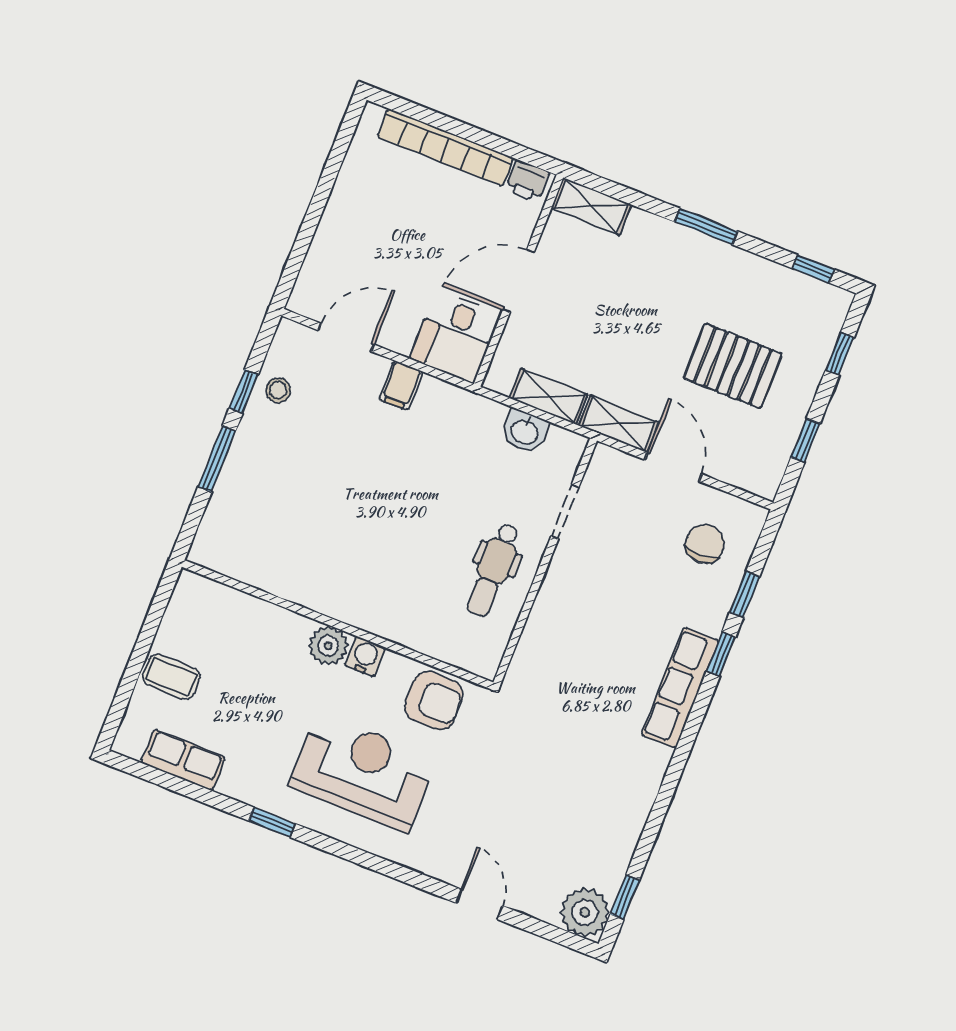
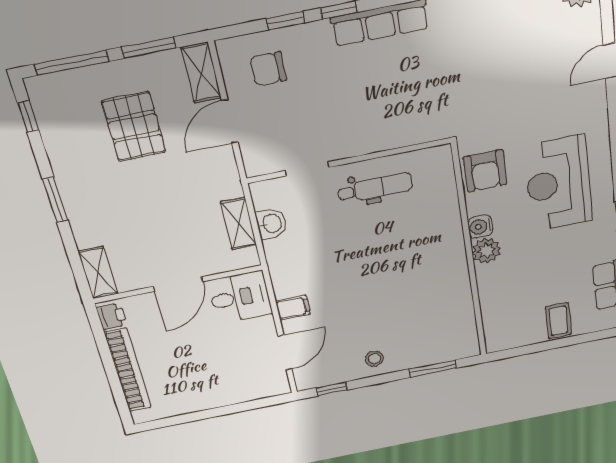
door: (518, 281) -> (178, 284), hinge flipped
door: (346, 337) -> (285, 353), swing flipped
window: (840, 354) -> (72, 63), width x2.17
stool: (278, 390) -> (374, 359), moved
window: (244, 392) -> (332, 389), moved
shelving: (619, 424) -> (201, 73), moved
window: (806, 441) -> (149, 48), width x1.50
window: (217, 459) -> (433, 369), moved
armchair: (434, 701) -> (485, 171), turned 180

